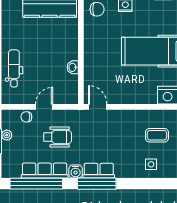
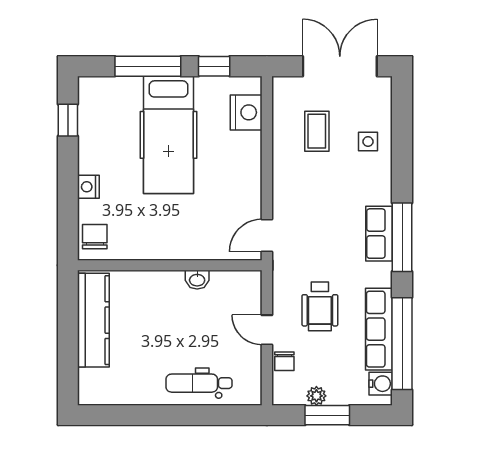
wheelchair: (57, 137) -> (320, 306), turned 180
water cooler: (76, 171) -> (381, 384), moved

